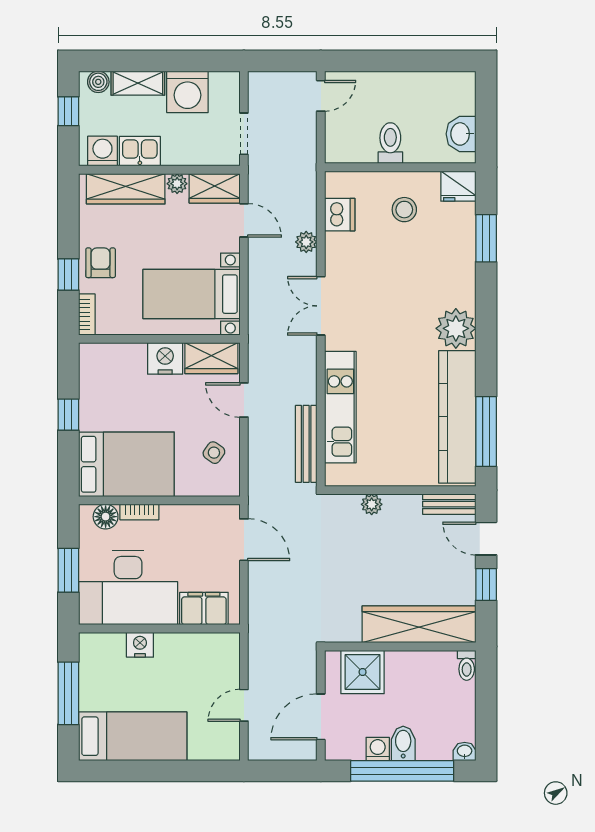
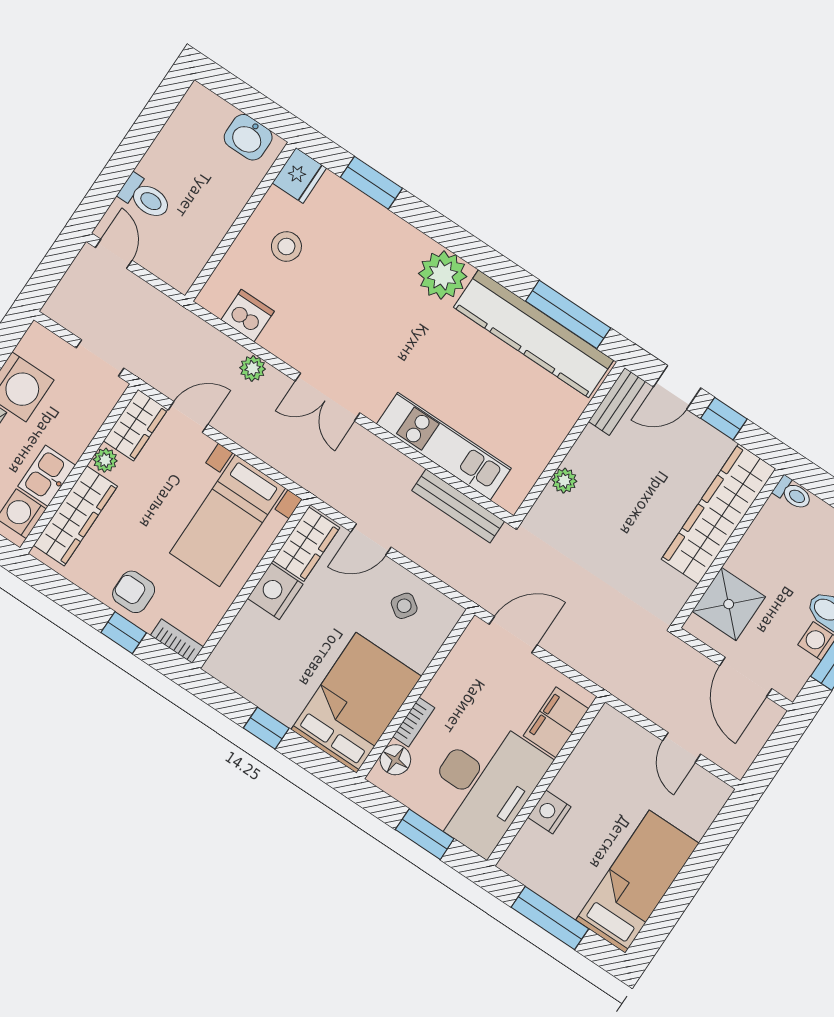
toilet: (390, 143) -> (145, 197), moved, turned 180

